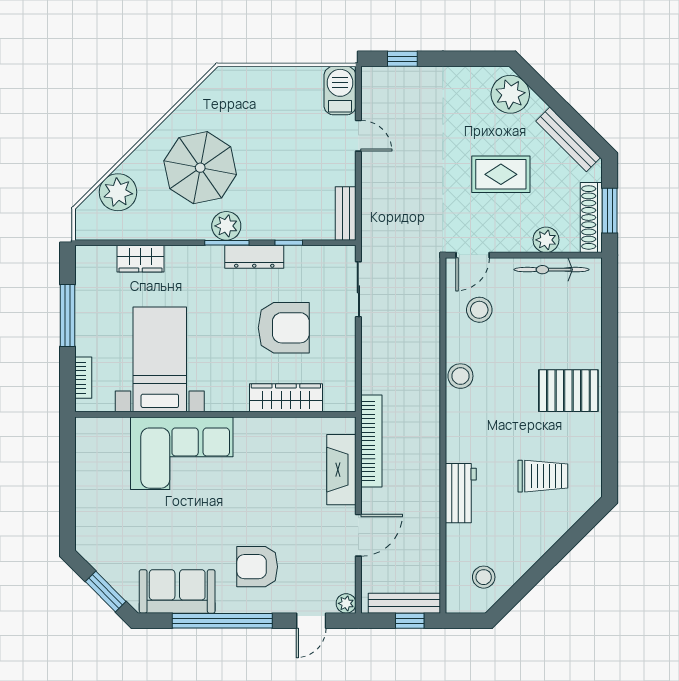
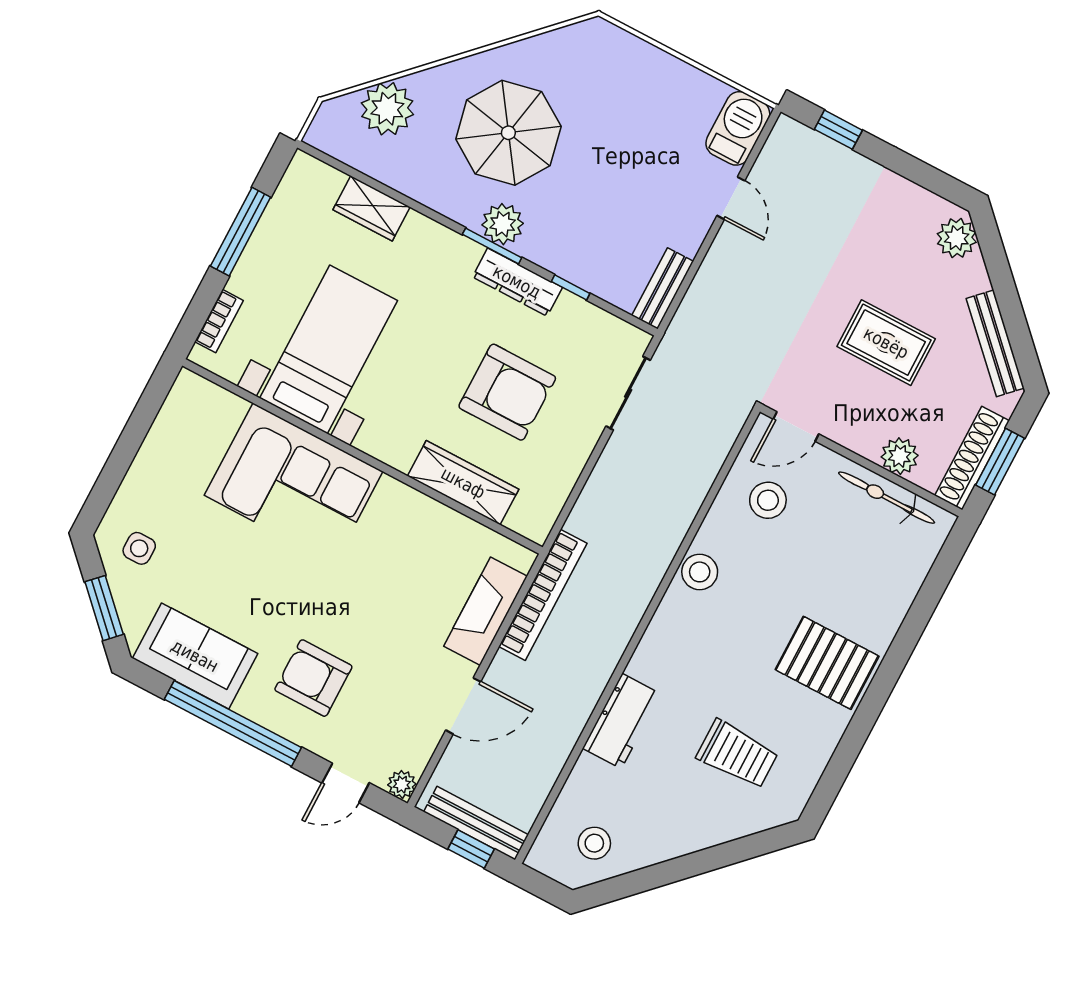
plant: (510, 94) -> (957, 238), width x0.73, depth x0.73
side table: (108, 543) -> (139, 548), added

